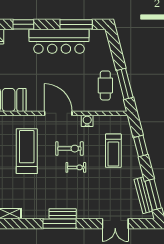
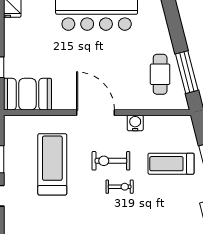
exercise bike: (69, 149) -> (111, 161), turned 180
treadmill: (113, 151) -> (171, 164), turned 90

